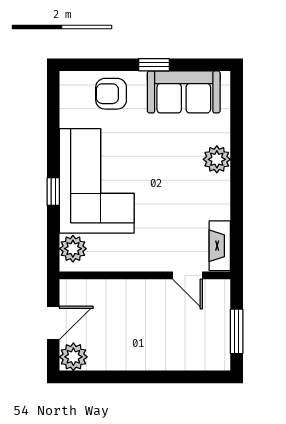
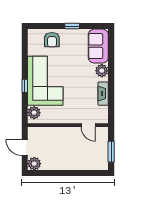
sofa: (184, 92) -> (98, 46), moved, turned 90
armchair: (111, 94) -> (52, 40), turned -90
fireplace: (220, 246) -> (103, 94), moved
door: (53, 323) -> (25, 148), swing flipped

